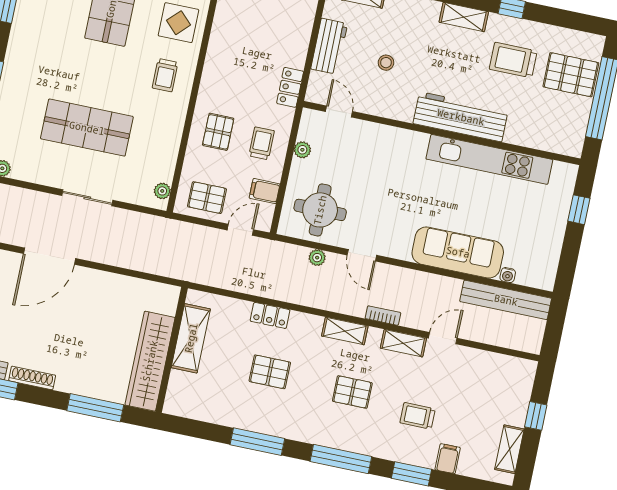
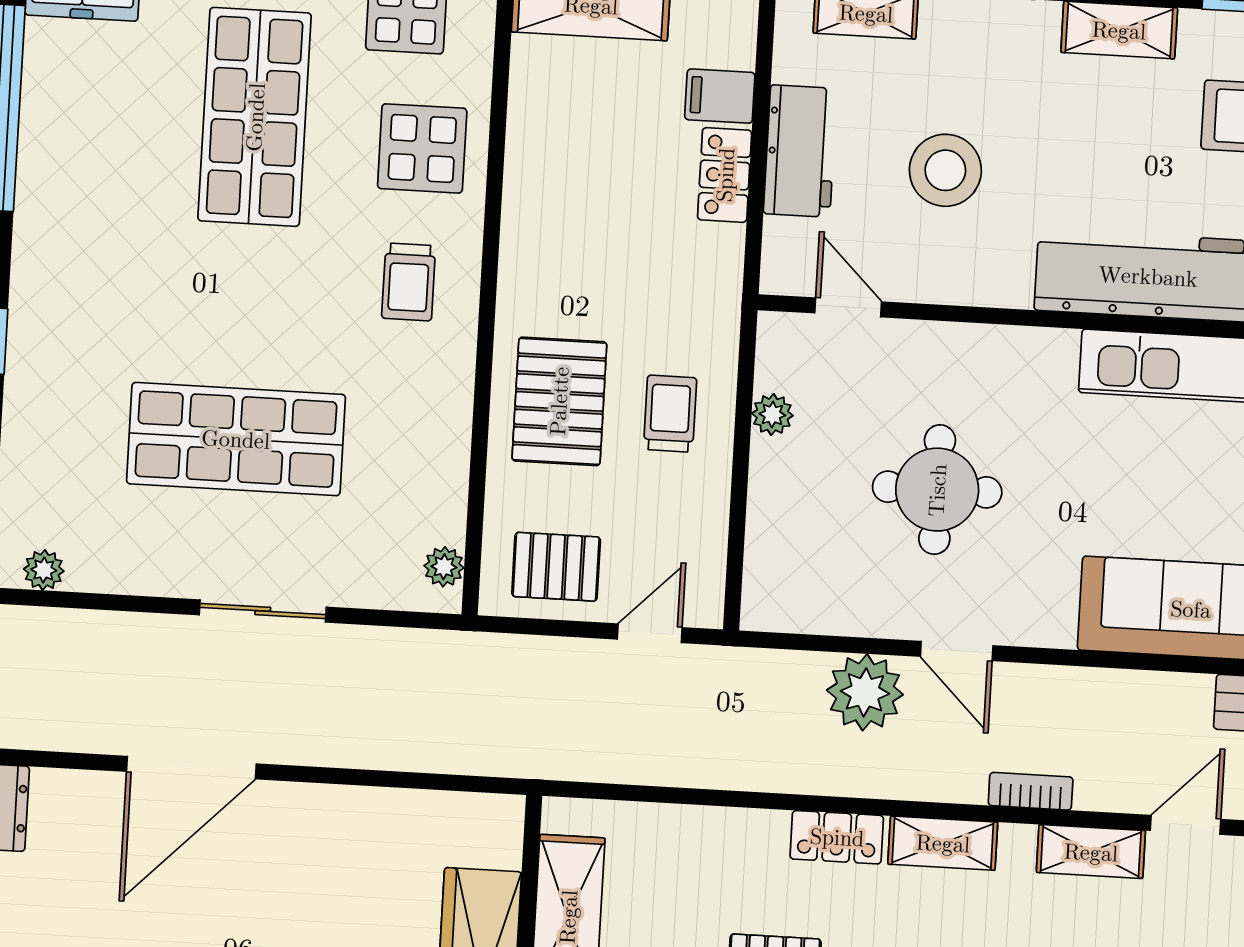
stool: (386, 63) -> (945, 170), width x1.89, depth x1.89
locker: (290, 87) -> (725, 175), moved
pallet: (218, 132) -> (559, 401), width x1.50, depth x1.42
filing cabinet: (265, 191) -> (720, 96), moved
round table: (320, 210) -> (937, 490), moved
plant: (317, 258) -> (865, 692), width x1.88, depth x1.88
locker: (270, 315) -> (837, 837), moved

